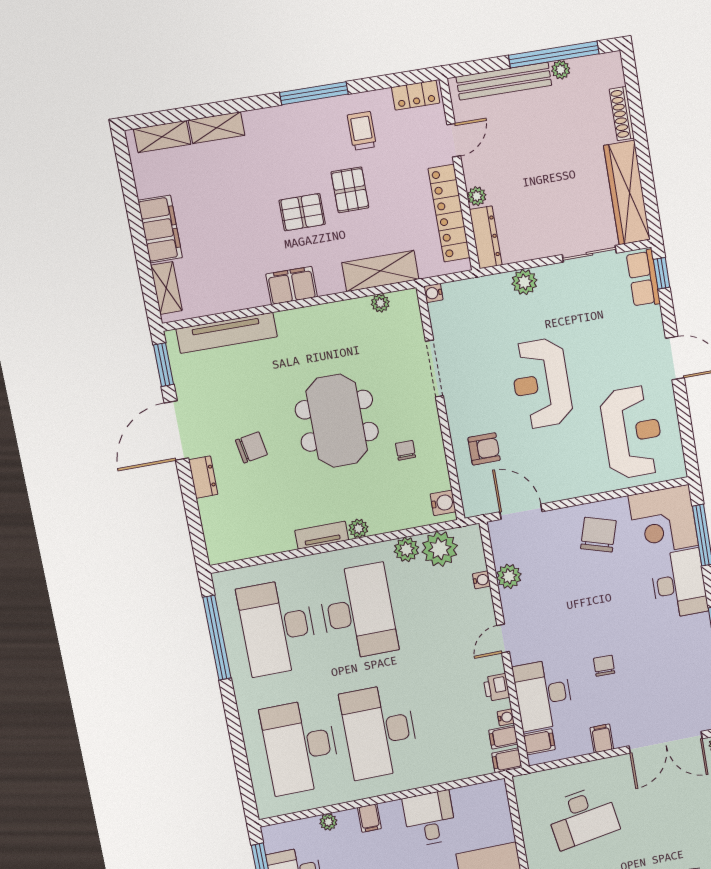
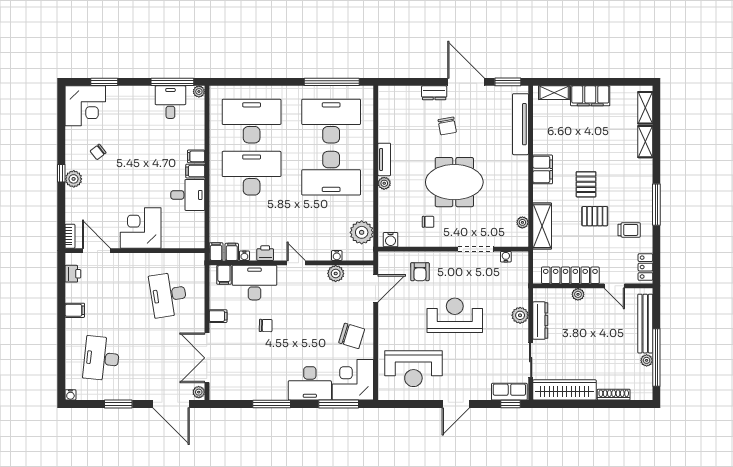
dresser: (486, 237) -> (540, 321), moved, turned -90
water cooler: (433, 293) -> (506, 257), moved
plant: (406, 549) -> (365, 211), removed
filing cabinet: (392, 815) -> (195, 171), added
plant: (328, 822) -> (199, 92), moved

